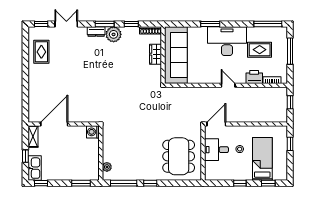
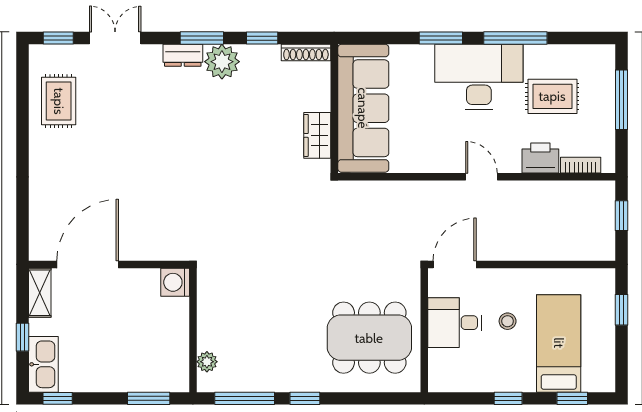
window: (268, 24) -> (515, 38), moved
wardrobe: (156, 54) -> (317, 135), moved
dining table: (179, 156) -> (369, 338), turned 90

